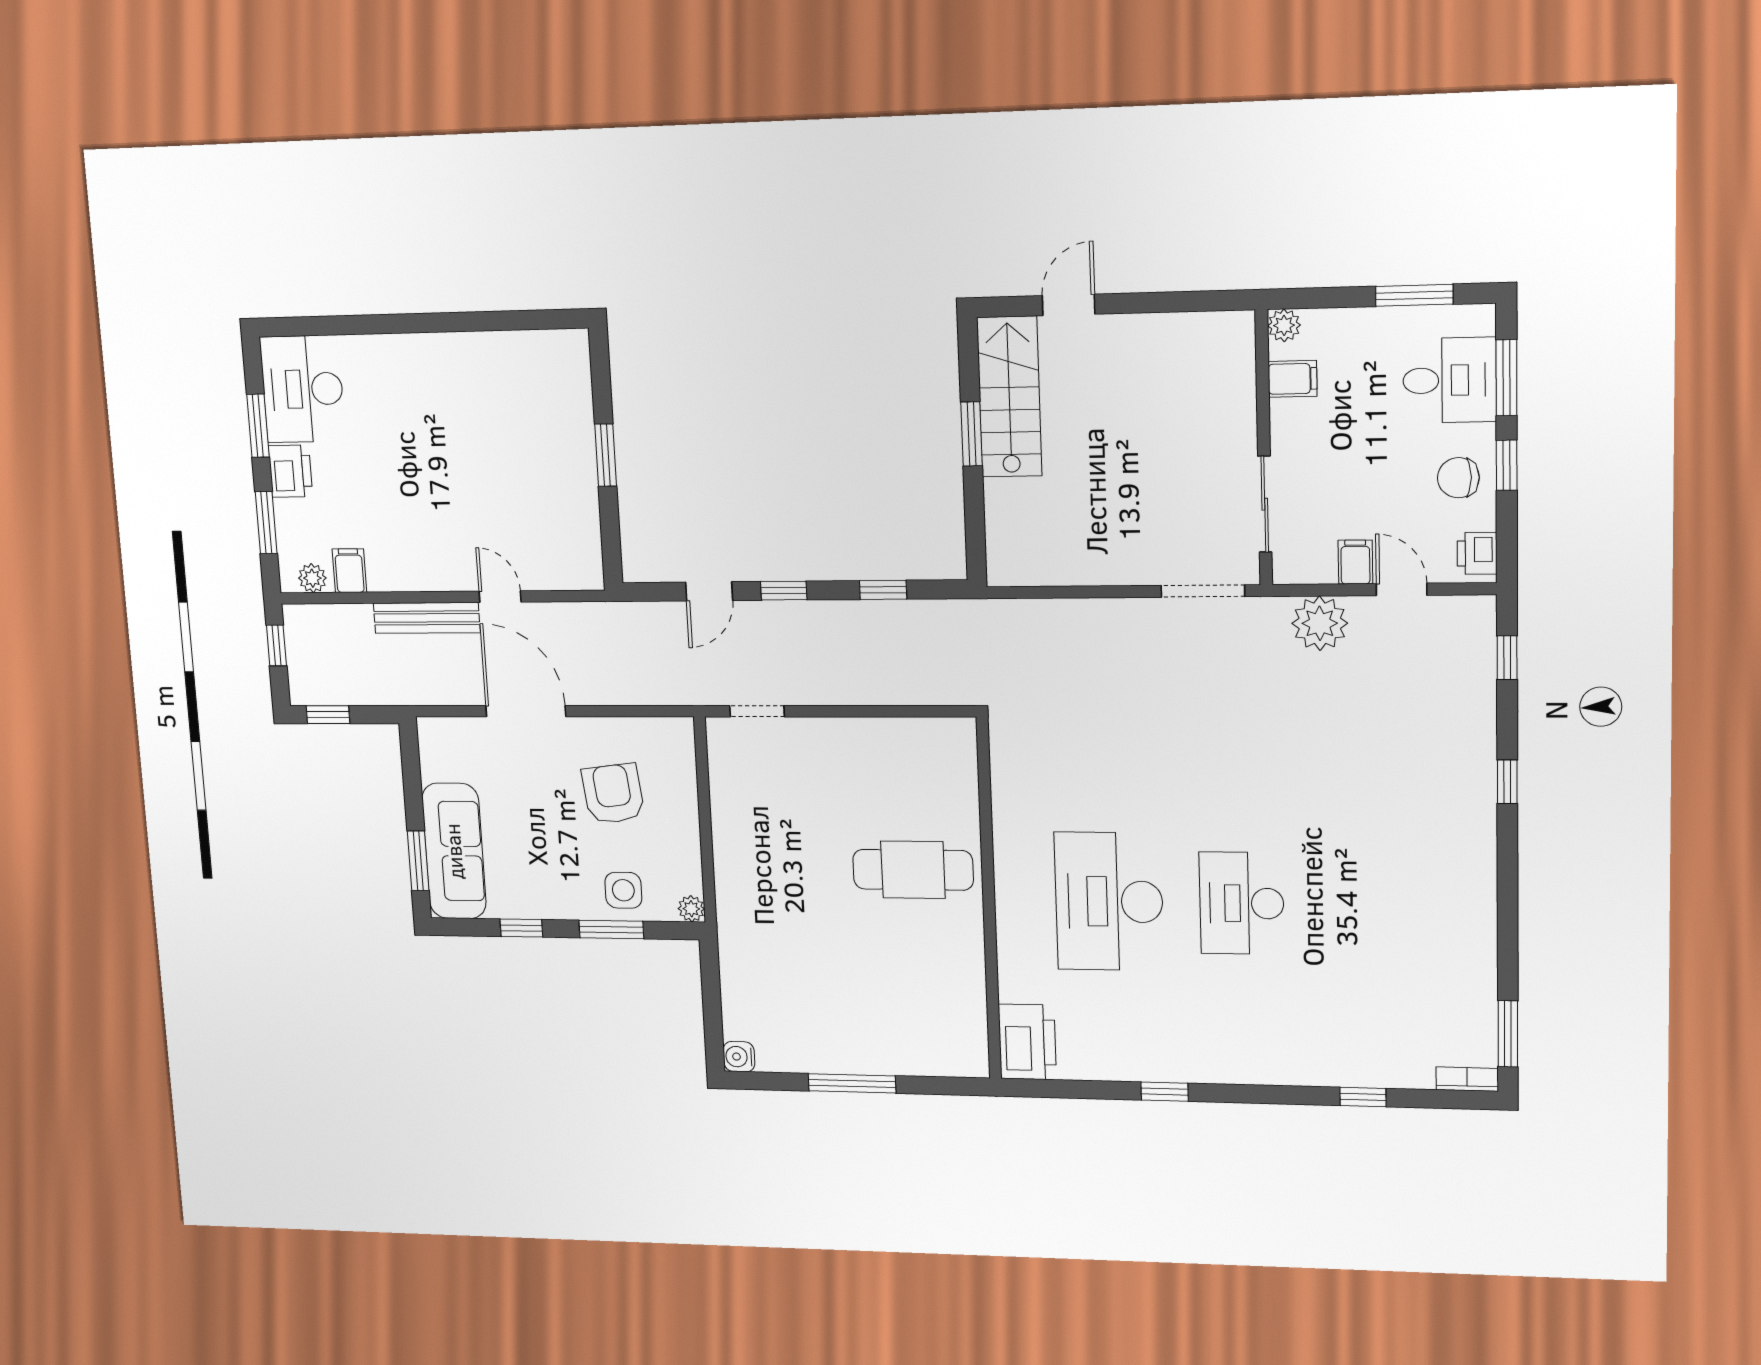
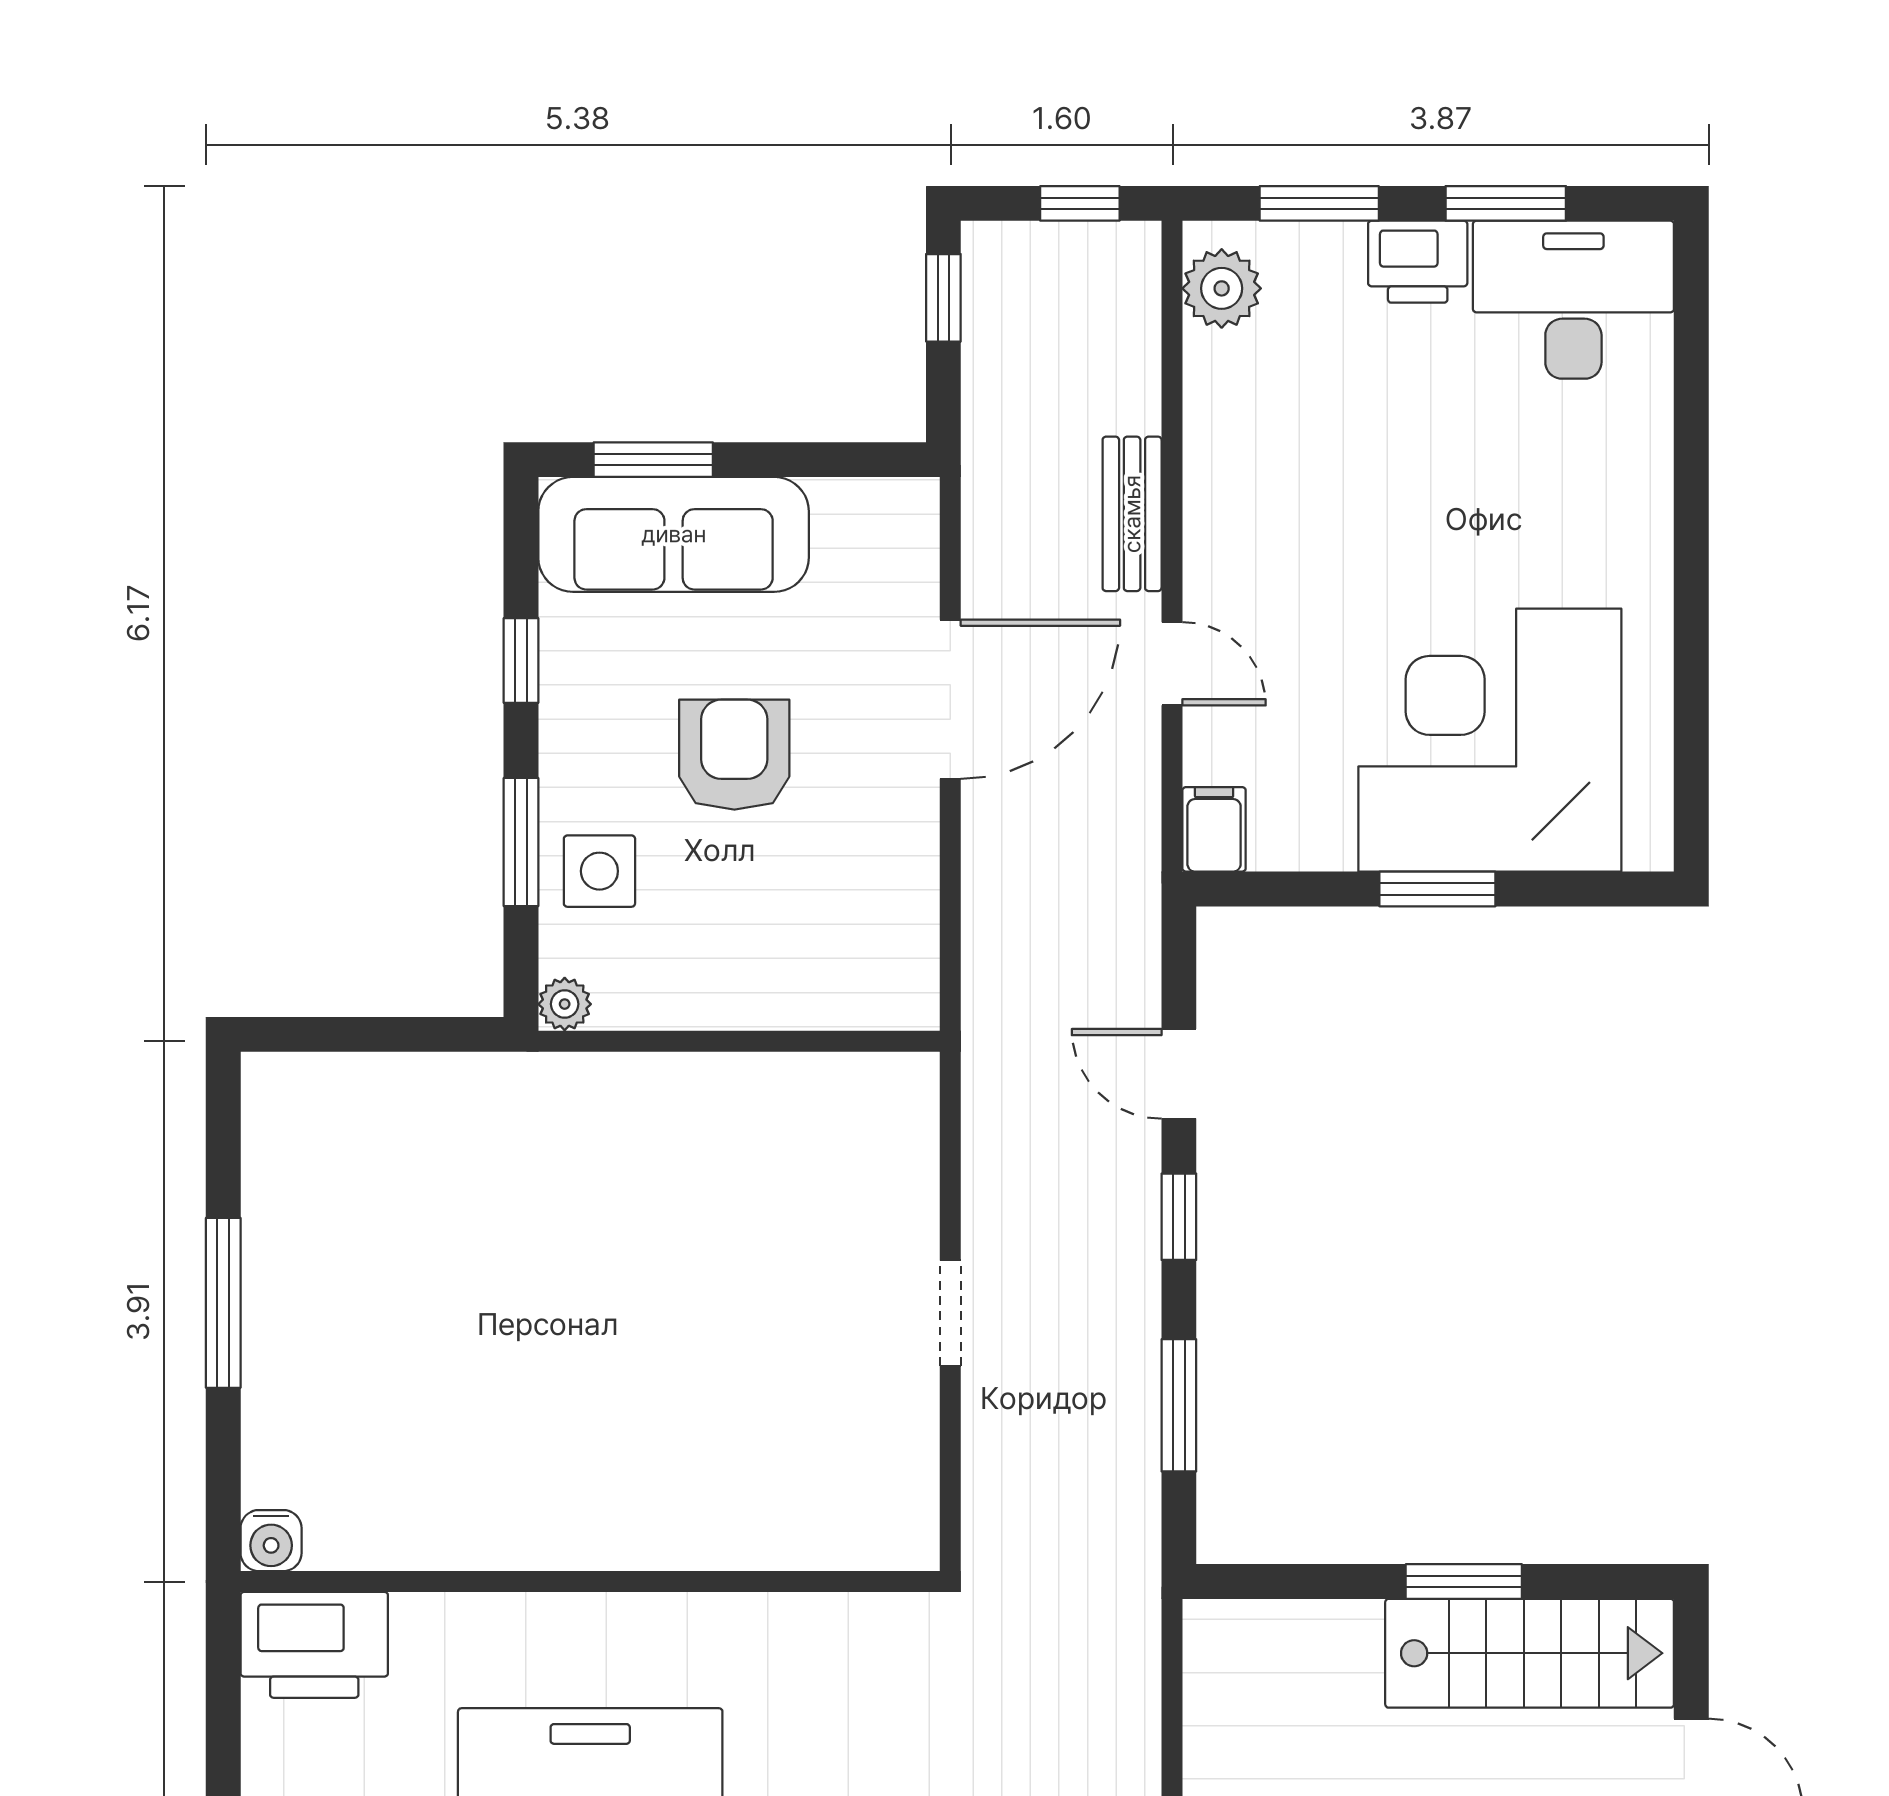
corner desk: (527, 429) -> (1490, 740), added
filing cabinet: (349, 571) -> (1214, 829), moved, turned -90
plant: (312, 578) -> (1222, 288), width x1.38, depth x1.38
window: (883, 590) -> (1179, 1405), width x1.50
door: (500, 597) -> (1172, 664), hinge flipped
bench: (427, 618) -> (1132, 514), width x0.73
doorway: (757, 711) -> (950, 1313), moved
armchair: (613, 794) -> (734, 755), moved, turned -83
cafe table: (913, 870) -> (647, 1439), removed
water cooler: (739, 1057) -> (271, 1541), moved, turned 180

